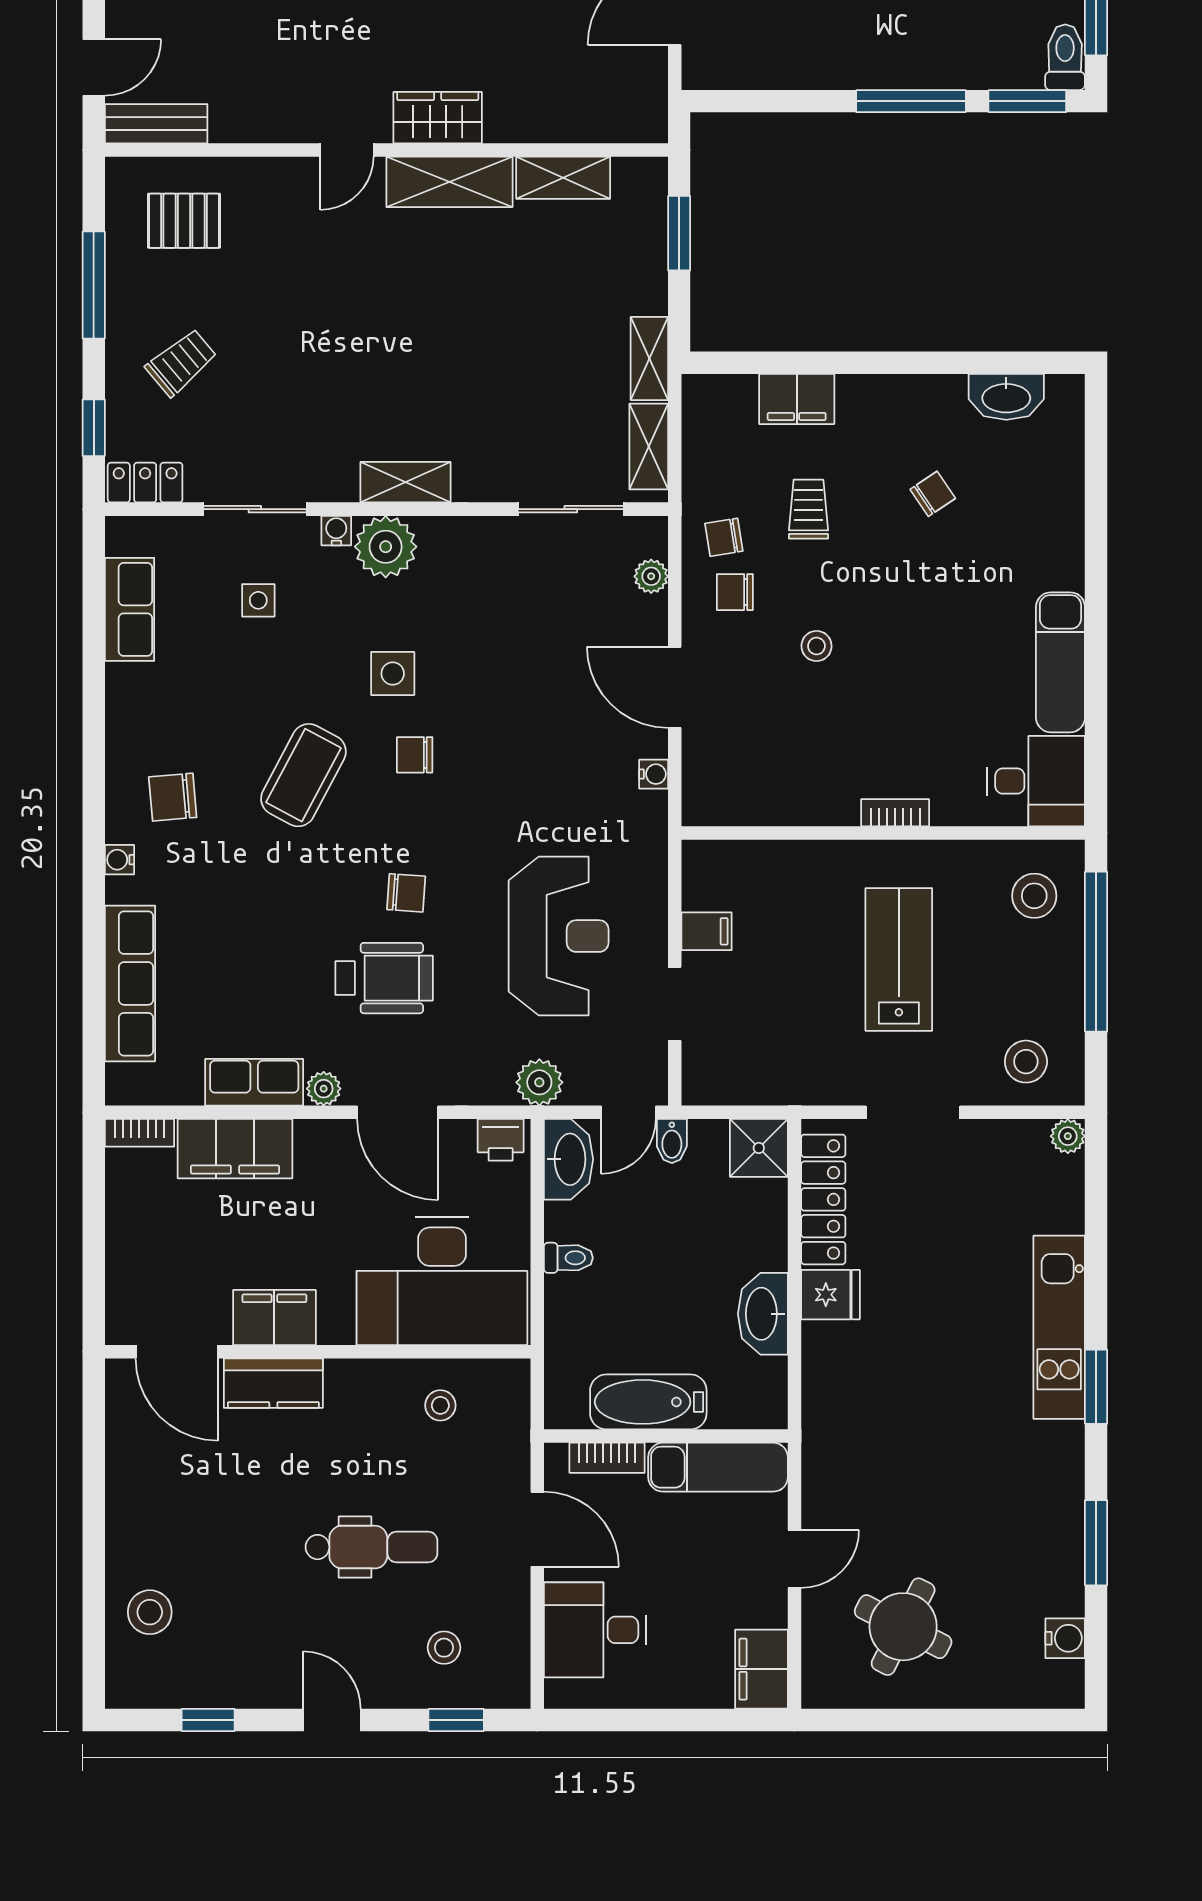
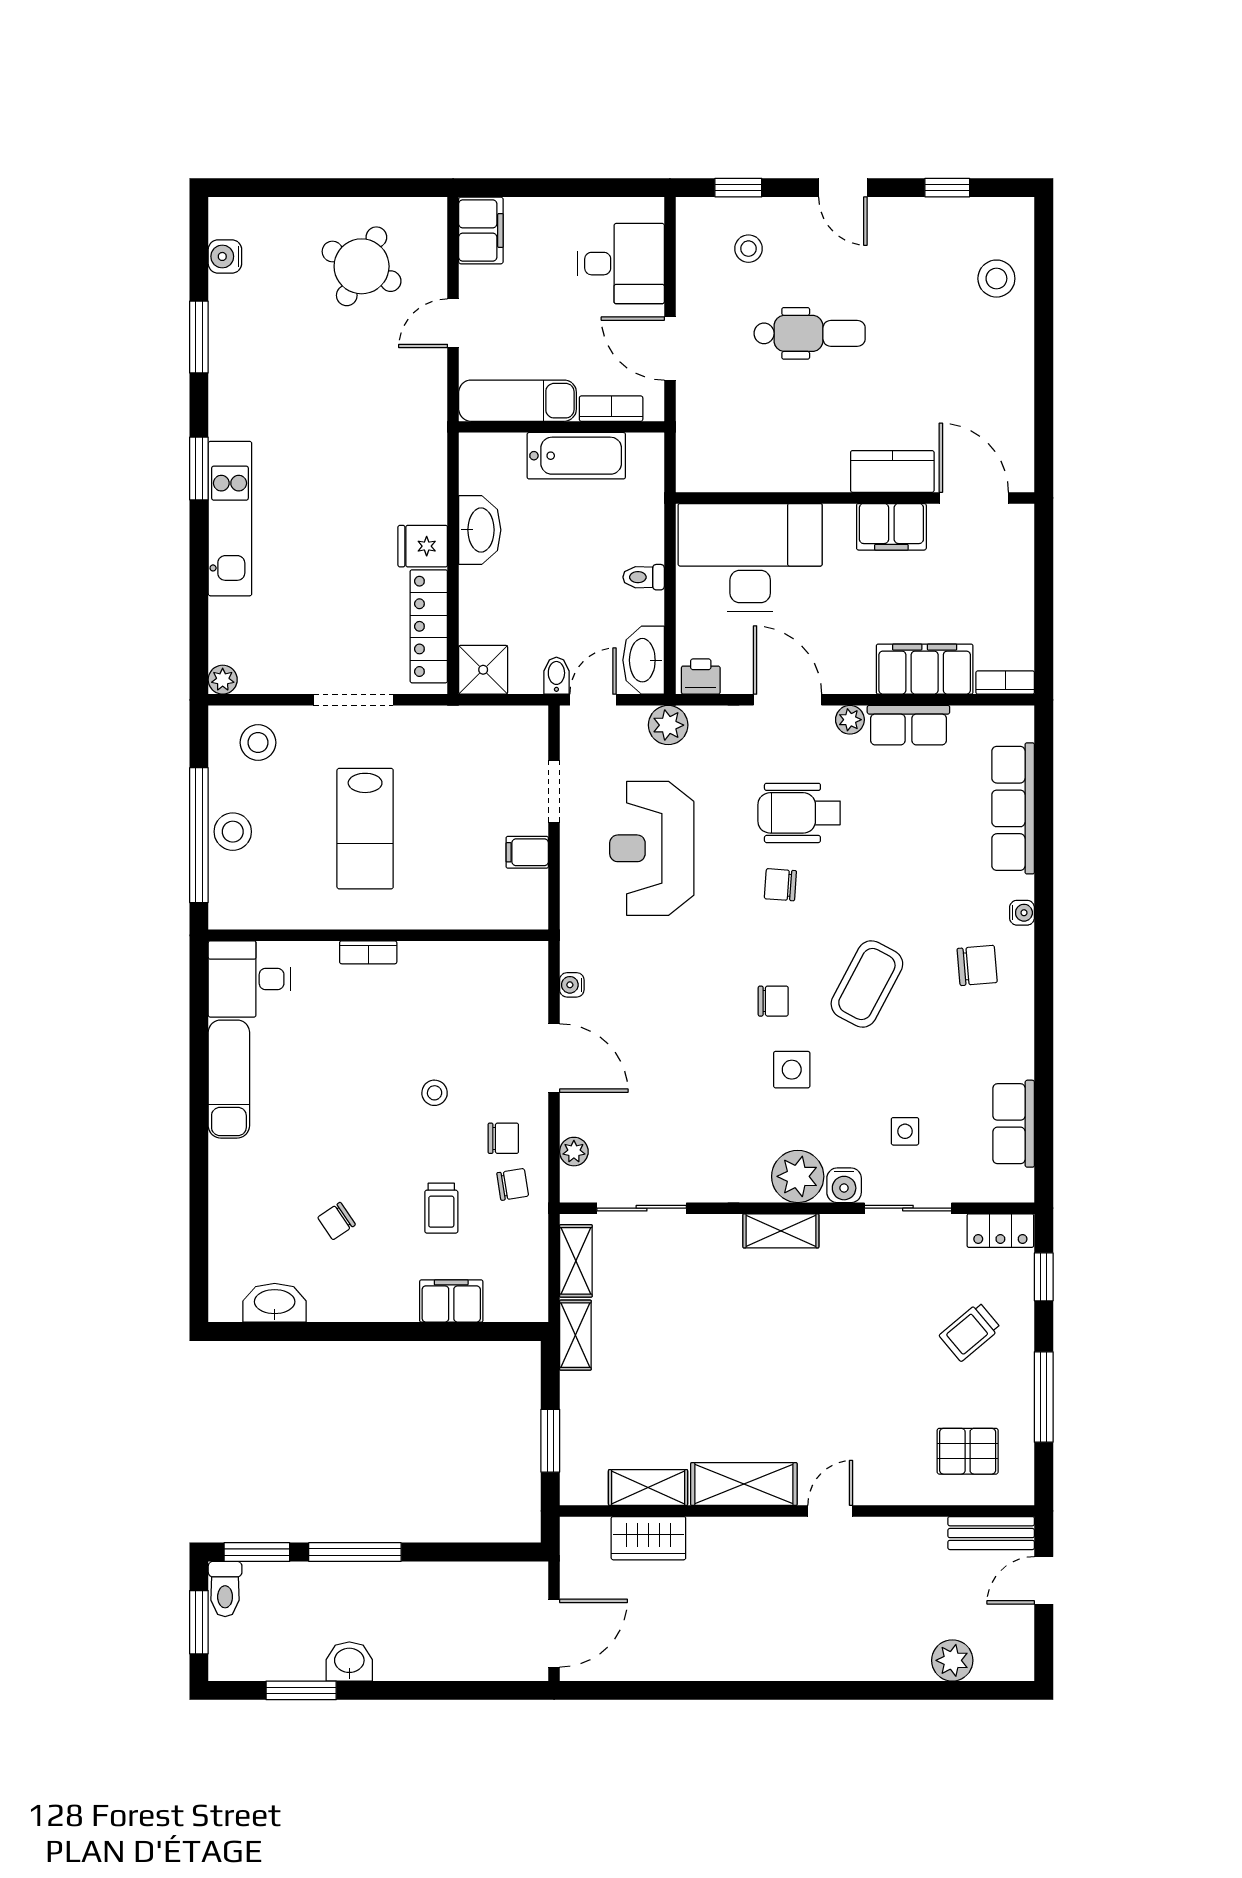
wardrobe: (438, 118) -> (648, 1538), moved
water cooler: (336, 531) -> (844, 1185), width x1.38, depth x1.38
stool: (1034, 896) -> (233, 832), moved
stool: (440, 1405) -> (752, 453), removed
dental chair: (371, 1547) -> (810, 333), turned 180

